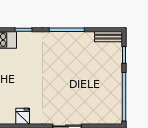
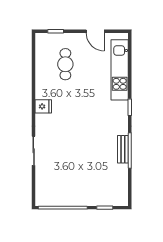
bench: (108, 37) -> (123, 149), moved

